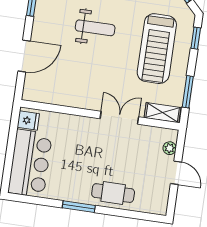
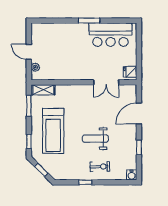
treadmill: (157, 49) -> (53, 131), turned 180
double door: (119, 118) -> (106, 82), moved
bar counter: (30, 163) -> (111, 35), moved, turned -90
cafe table: (113, 193) -> (68, 33), removed

